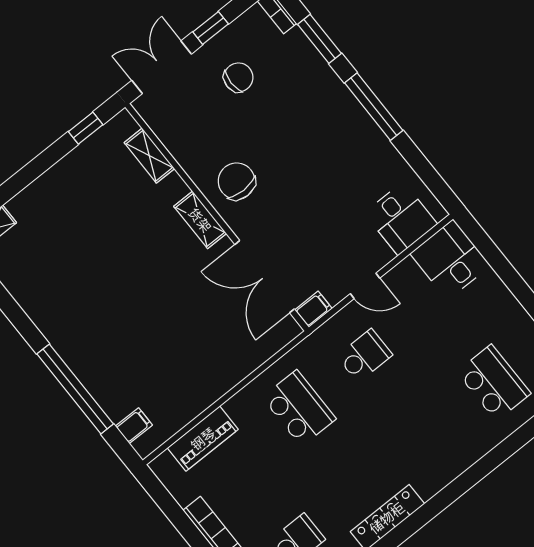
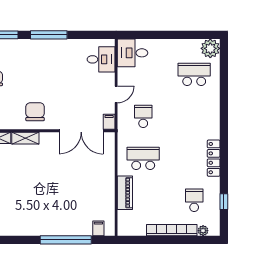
chair: (237, 181) -> (35, 112), turned 90
shelving: (200, 220) -> (25, 138), moved
piano: (203, 439) -> (125, 193), moved

